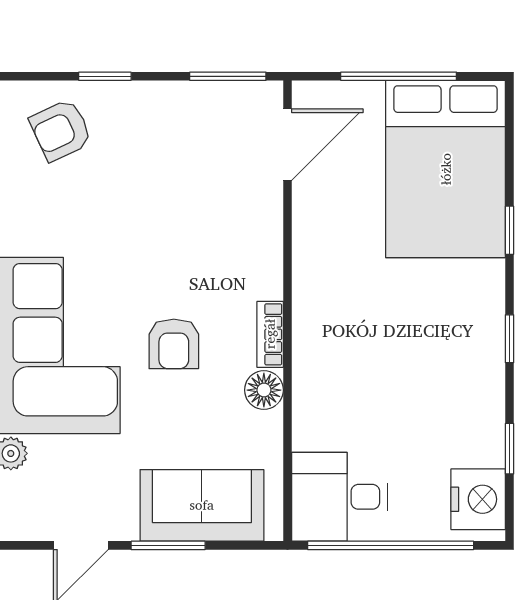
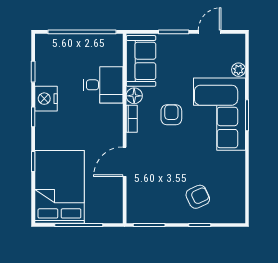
armchair: (61, 130) -> (198, 197), moved
door: (287, 145) -> (125, 162), moved
desk: (340, 497) -> (103, 85), moved
nightstand: (478, 499) -> (46, 99), moved
sofa: (202, 505) -> (141, 61), moved, turned -90

